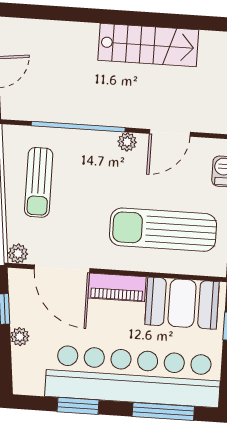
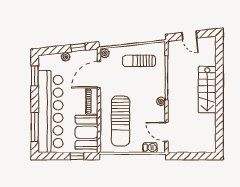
stairs: (148, 45) -> (207, 90), moved
door: (170, 133) -> (166, 132), moved
sun lounger: (163, 230) -> (121, 121), turned 180
window: (78, 406) -> (35, 76), moved

